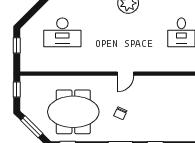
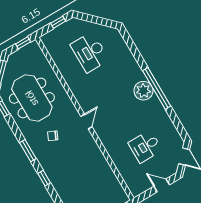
door: (126, 74) -> (86, 122), swing flipped

